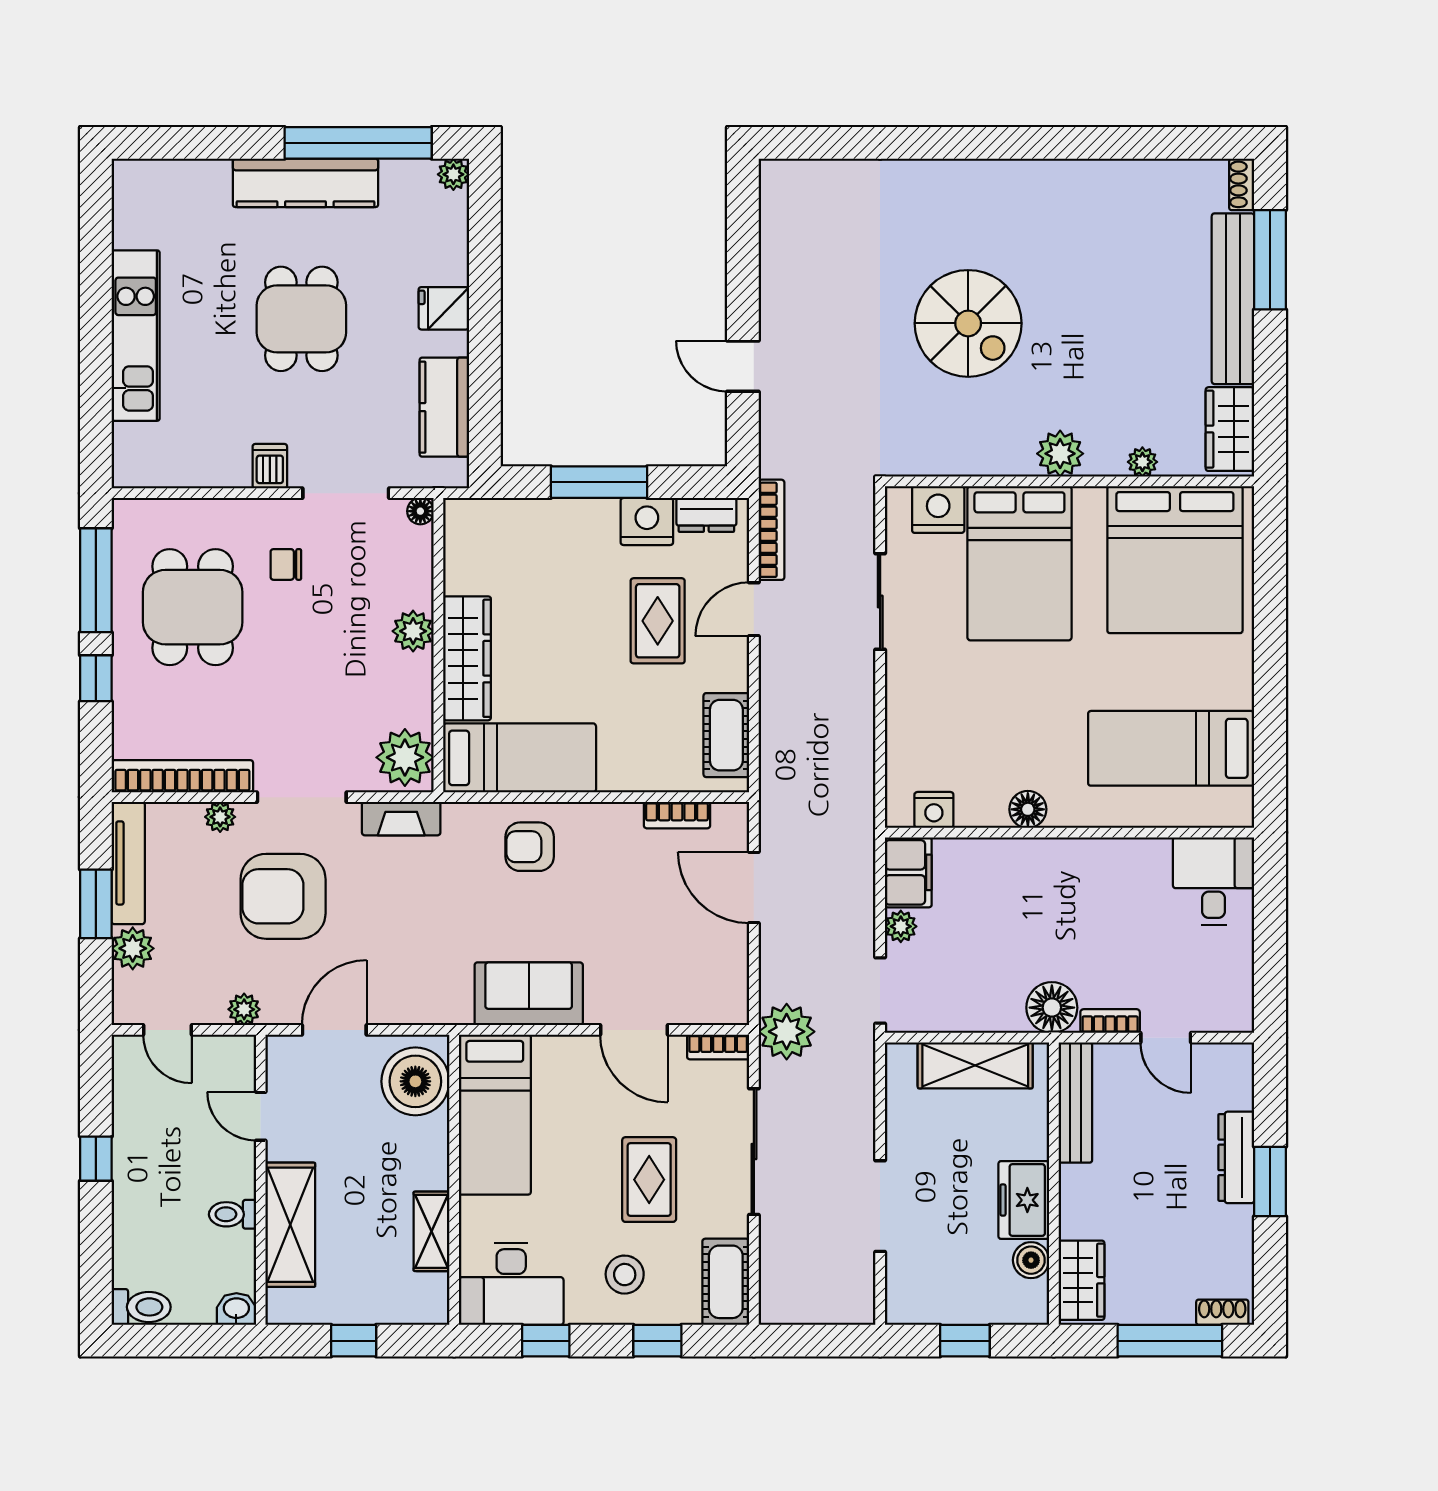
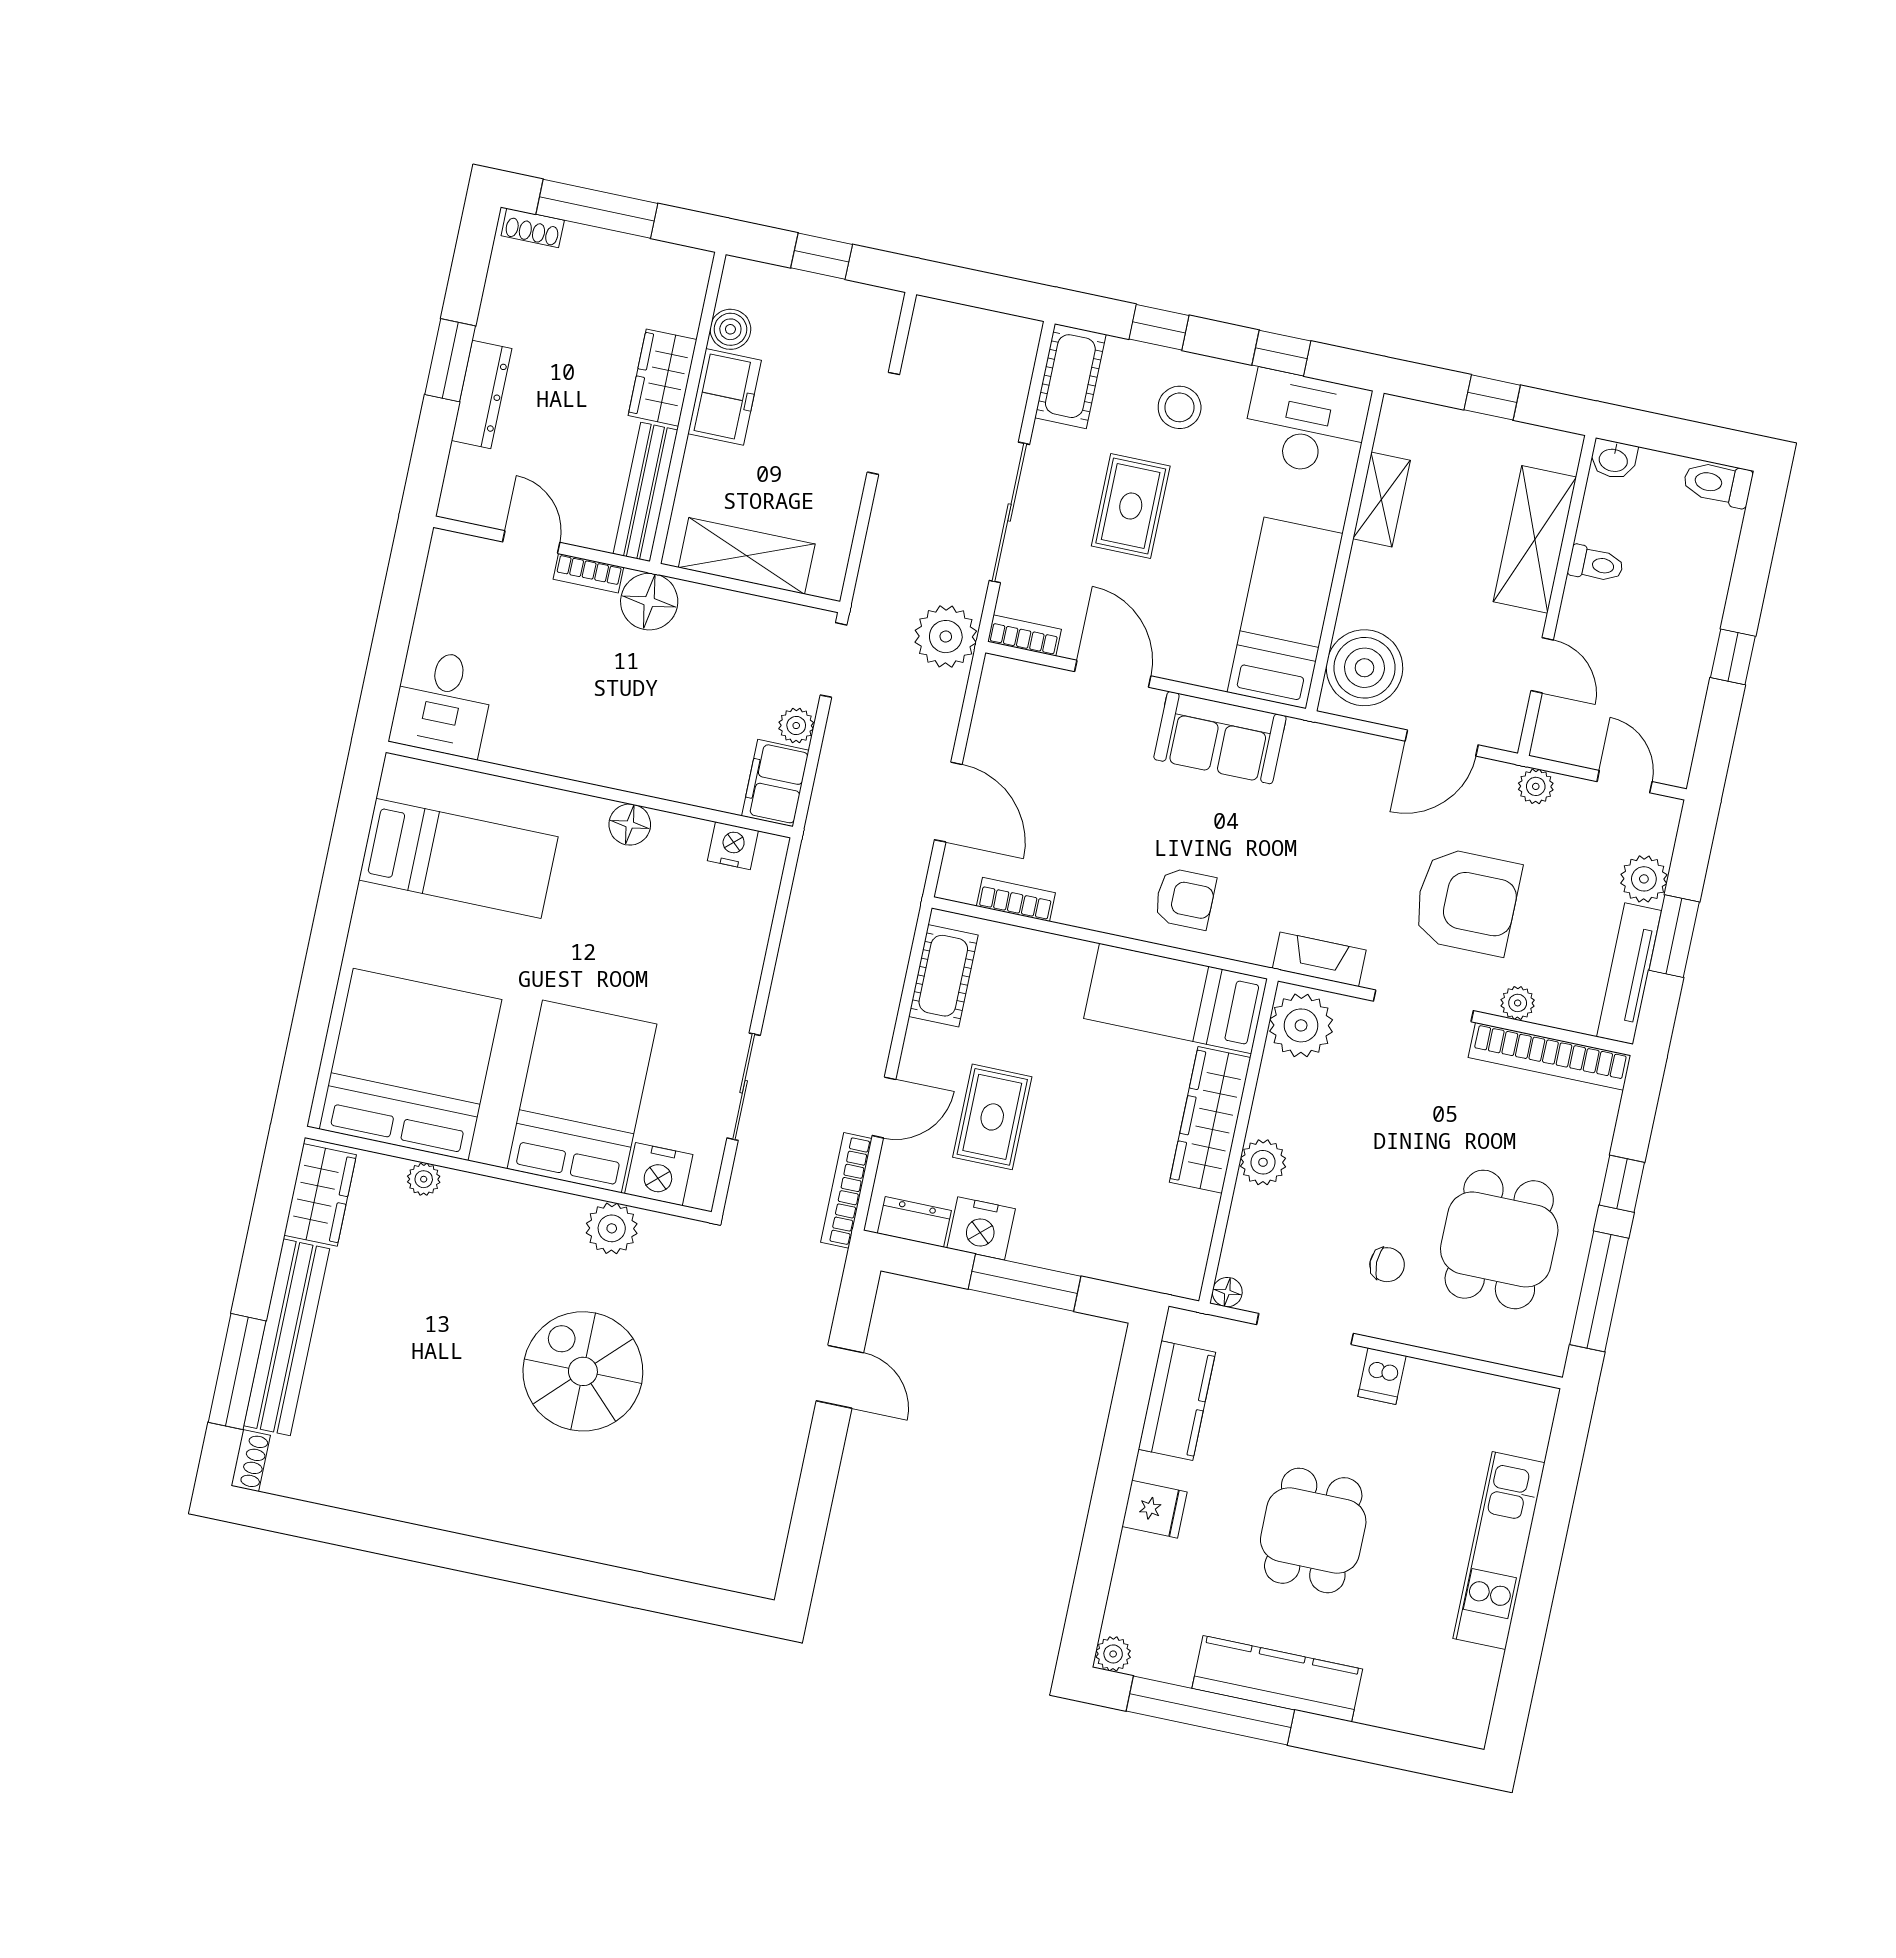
plant: (1060, 454) -> (612, 1228), moved
wardrobe: (1081, 1280) -> (662, 378), moved

